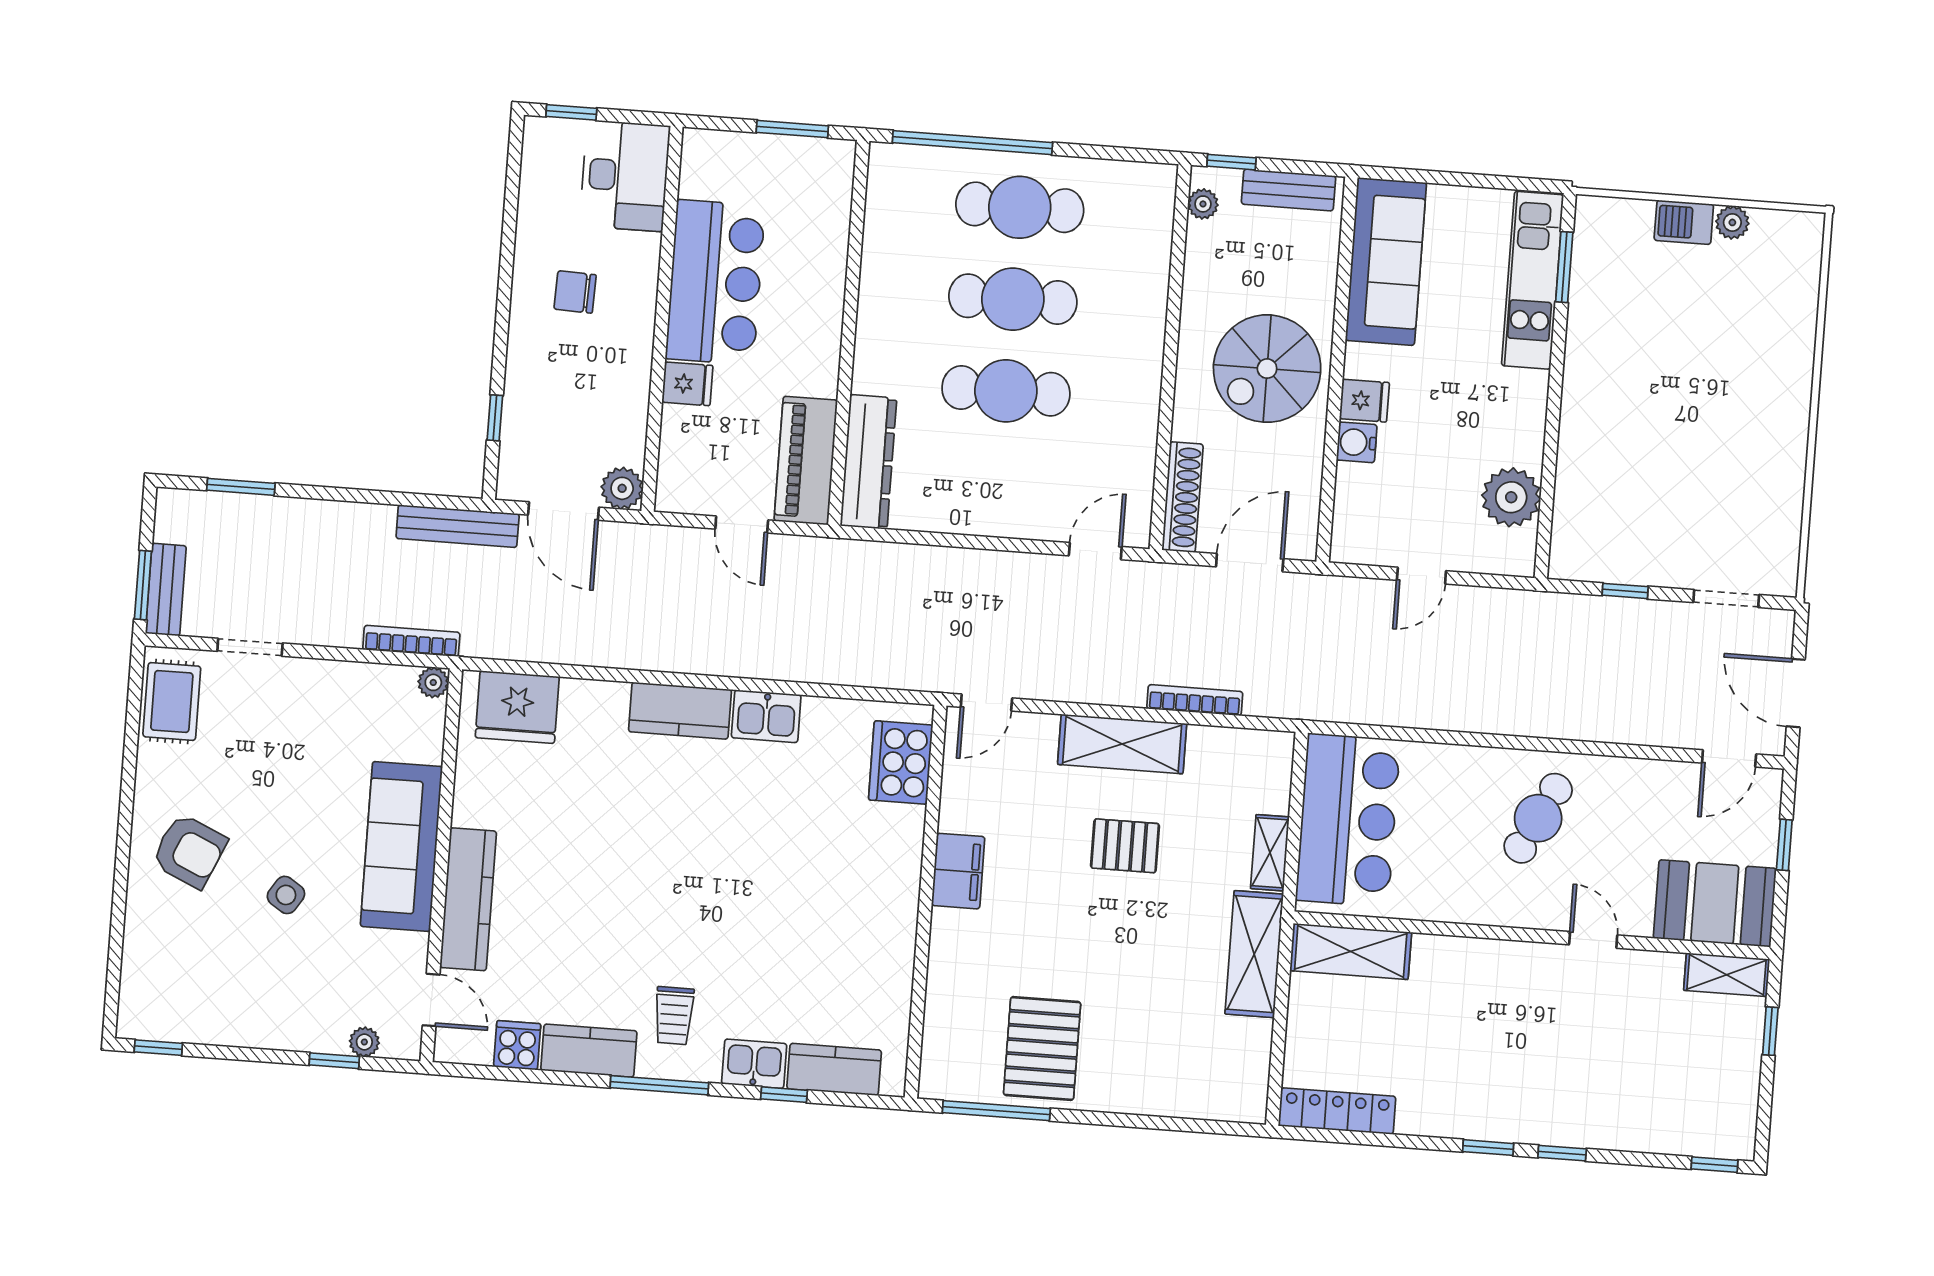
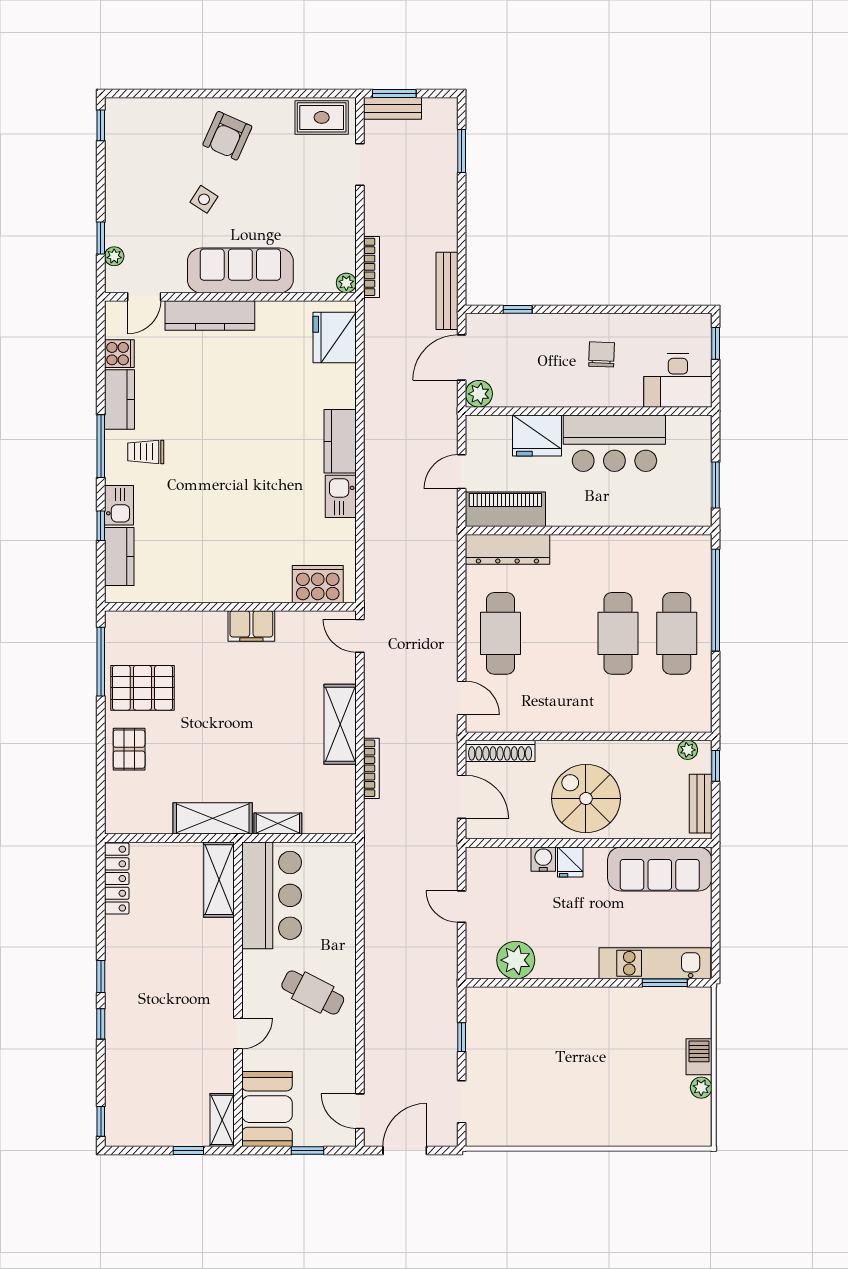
fridge: (687, 384) -> (537, 436), width x1.88, depth x1.34
cafe table: (1006, 391) -> (501, 633), moved
bar counter: (1348, 820) -> (272, 895), moved, turned -90
pallet: (1125, 846) -> (129, 749), moved

